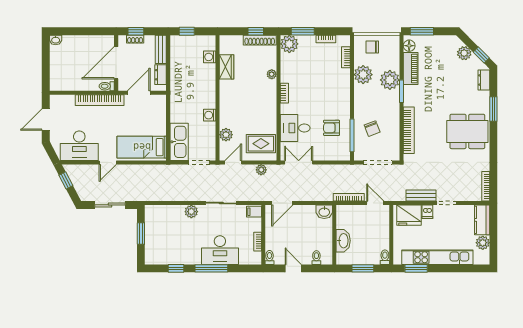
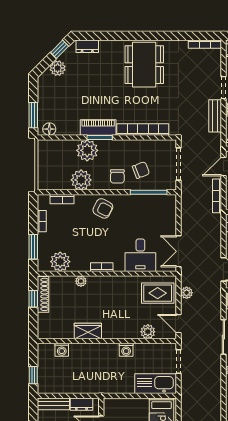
plant: (289, 44) -> (60, 262), moved
chair: (372, 47) -> (117, 176), moved
wardrobe: (227, 67) -> (88, 331), moved
piano: (411, 69) -> (98, 127), moved
window: (493, 109) -> (119, 36), removed
armchair: (332, 128) -> (103, 208), moved, turned -63
rug: (261, 144) -> (158, 293), turned 90

